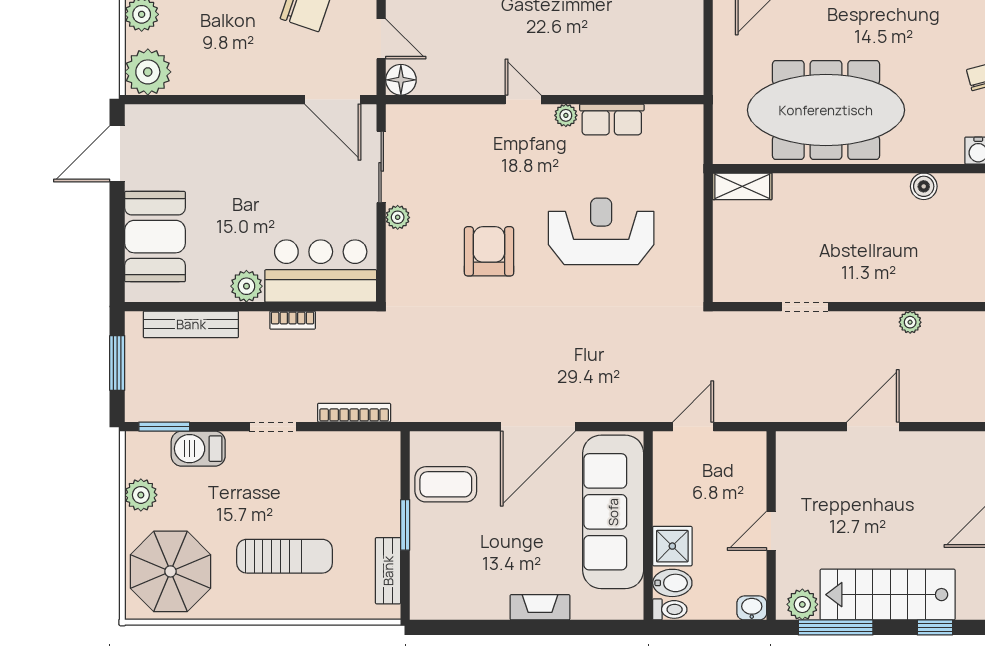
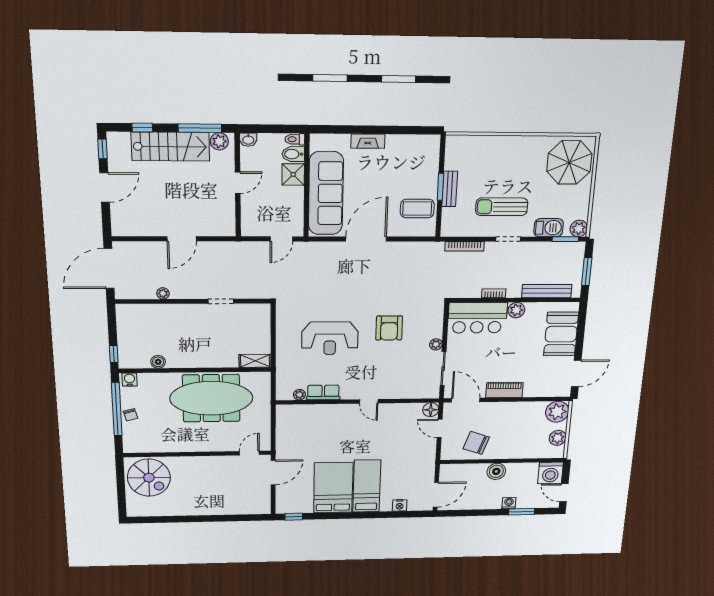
plant: (566, 115) -> (299, 395), moved
piano: (257, 120) -> (504, 390), added
plant: (141, 495) -> (579, 228), moved
sun lounger: (285, 556) -> (502, 207), moved
bench: (388, 571) -> (450, 189), moved

